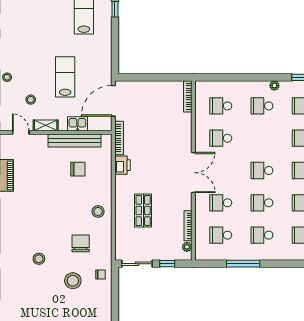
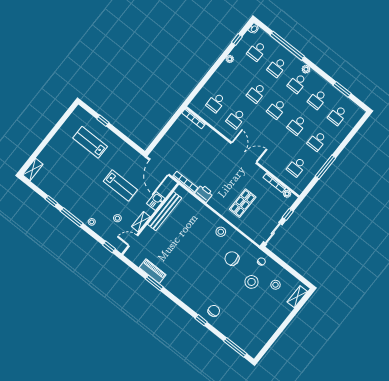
lab bench: (65, 77) -> (120, 185), turned 180
school desk: (262, 106) -> (256, 93), moved
chair: (78, 169) -> (214, 311), moved
school desk: (221, 203) -> (276, 151), removed
shop shelf: (143, 211) -> (243, 203), turned 90
stool: (39, 259) -> (276, 285), moved

